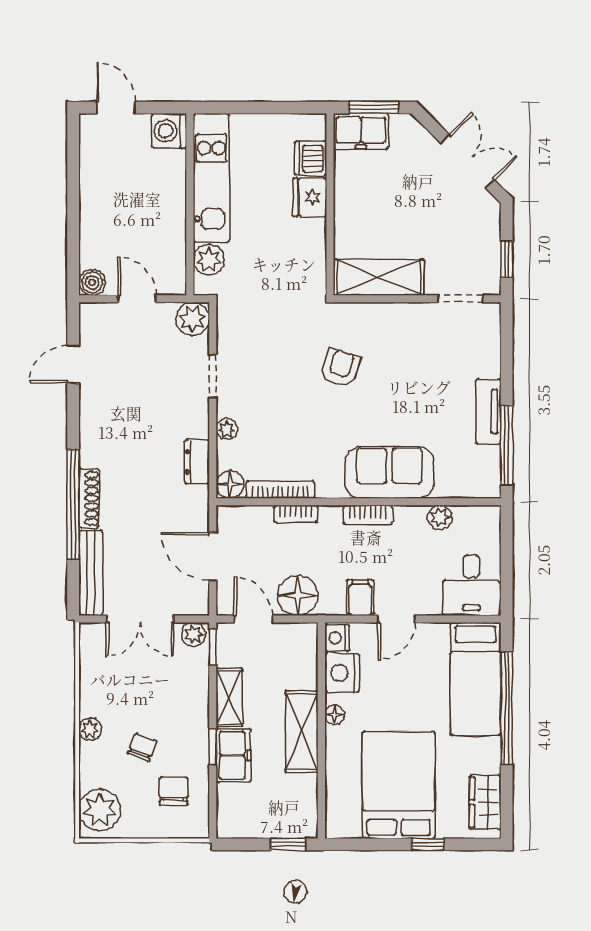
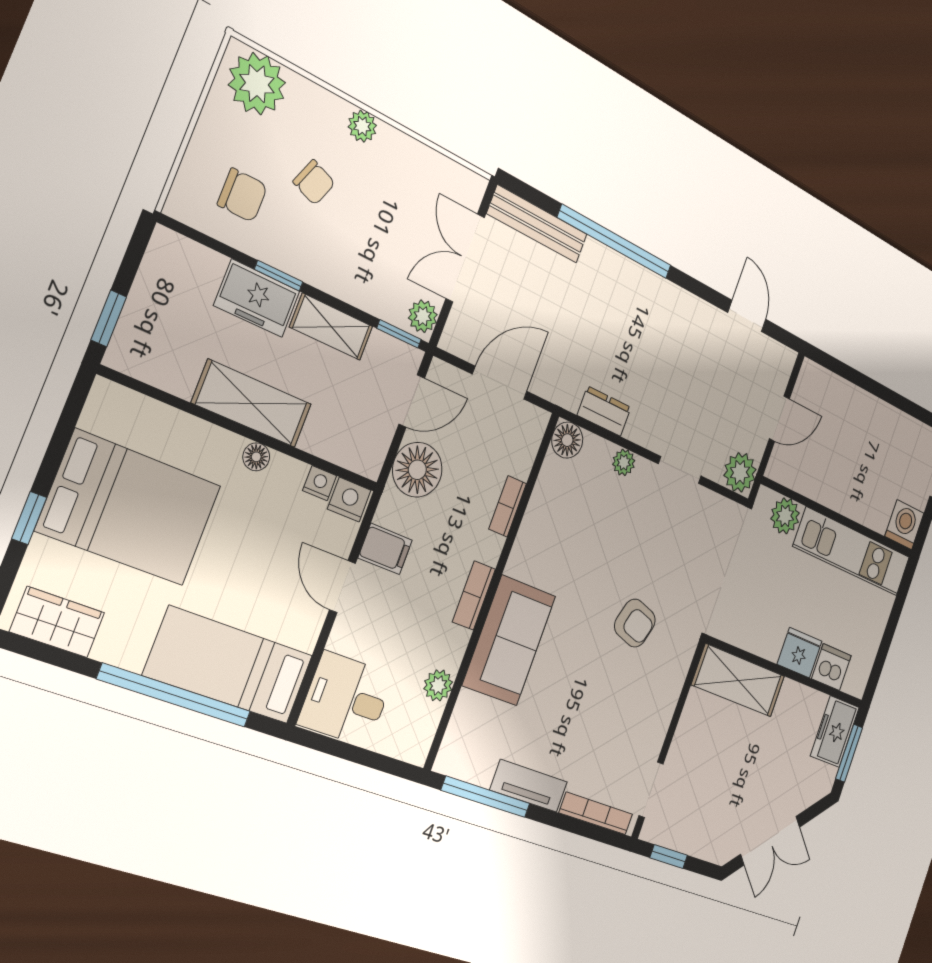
shelving: (379, 277) -> (738, 680), moved, turned 90
boiler: (92, 282) -> (810, 377), removed
bookcase: (280, 490) -> (596, 813), moved, turned -90
shoe rack: (89, 498) -> (614, 264), removed
nightstand: (342, 673) -> (320, 483), width x0.53, depth x0.56

